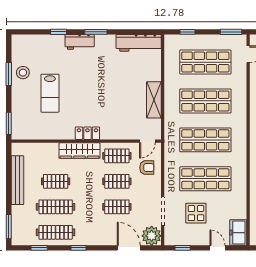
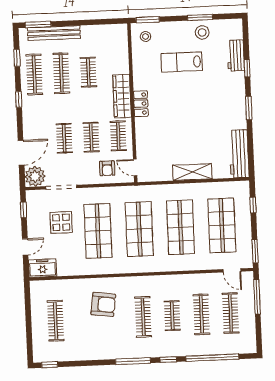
workbench: (80, 42) -> (236, 55), moved
shelving: (154, 100) -> (192, 172), moved
stool: (24, 126) -> (146, 36), added
bench: (17, 180) -> (54, 33), moved

